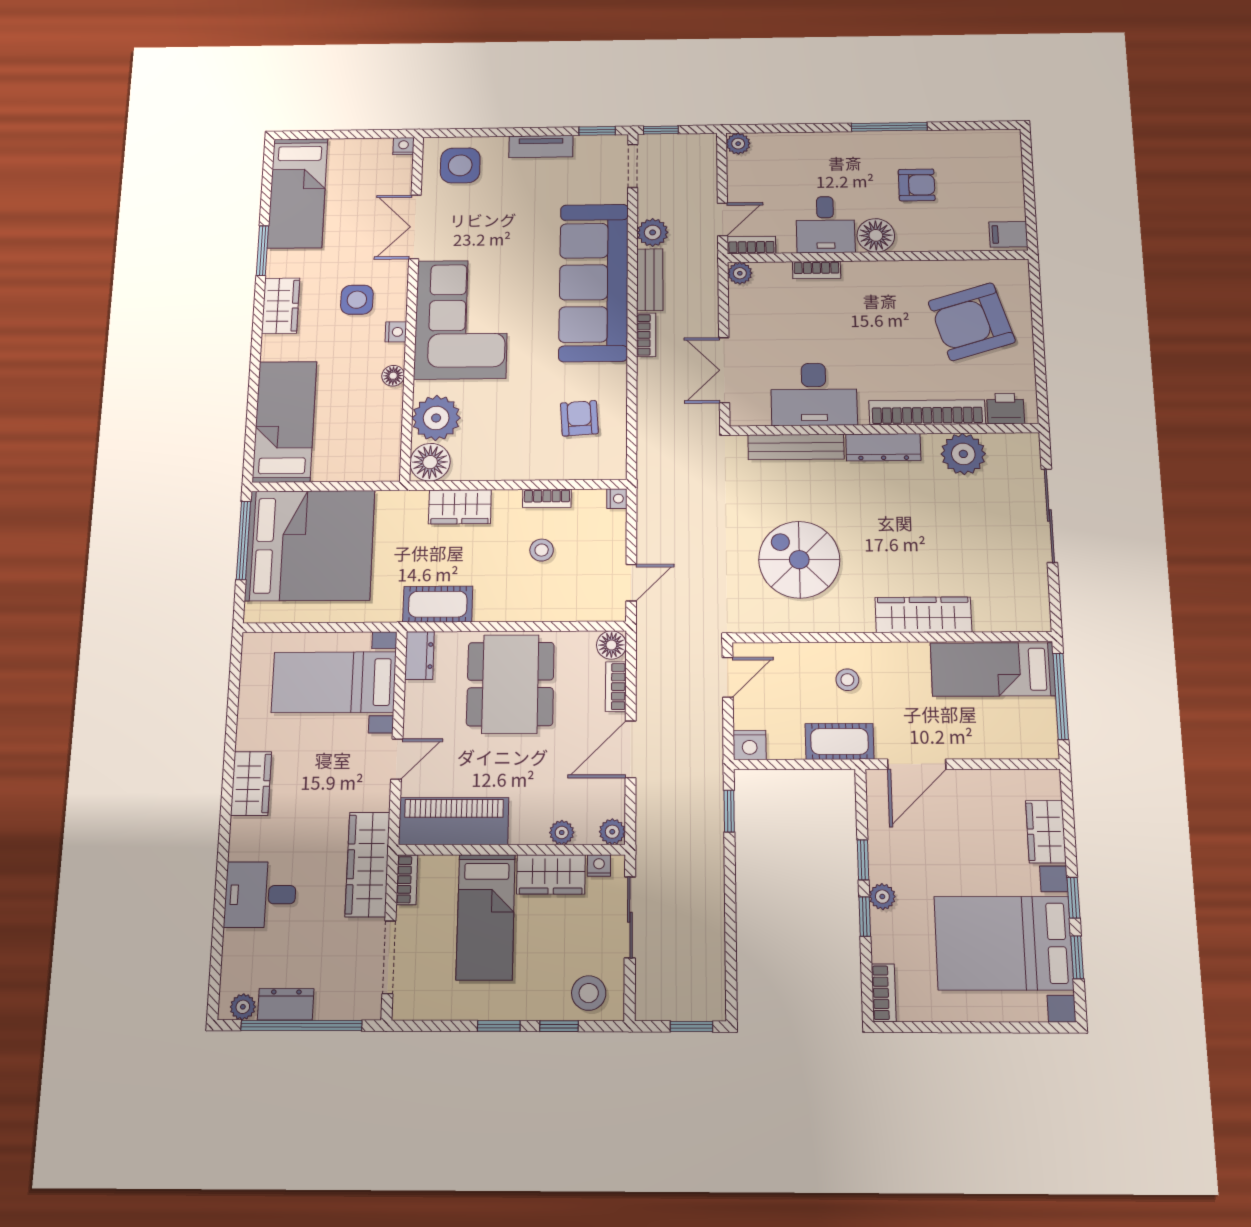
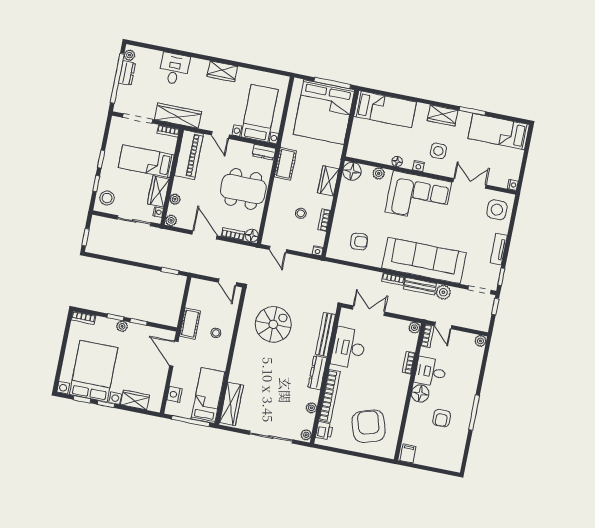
plant: (436, 418) -> (379, 173), width x0.53, depth x0.53
plant: (1024, 443) -> (306, 435), added
plant: (963, 454) -> (311, 408), width x0.53, depth x0.53
wardrobe: (923, 615) -> (231, 404), moved
nightstand: (750, 745) -> (174, 394), moved

